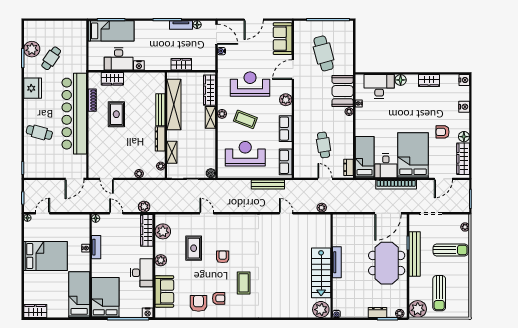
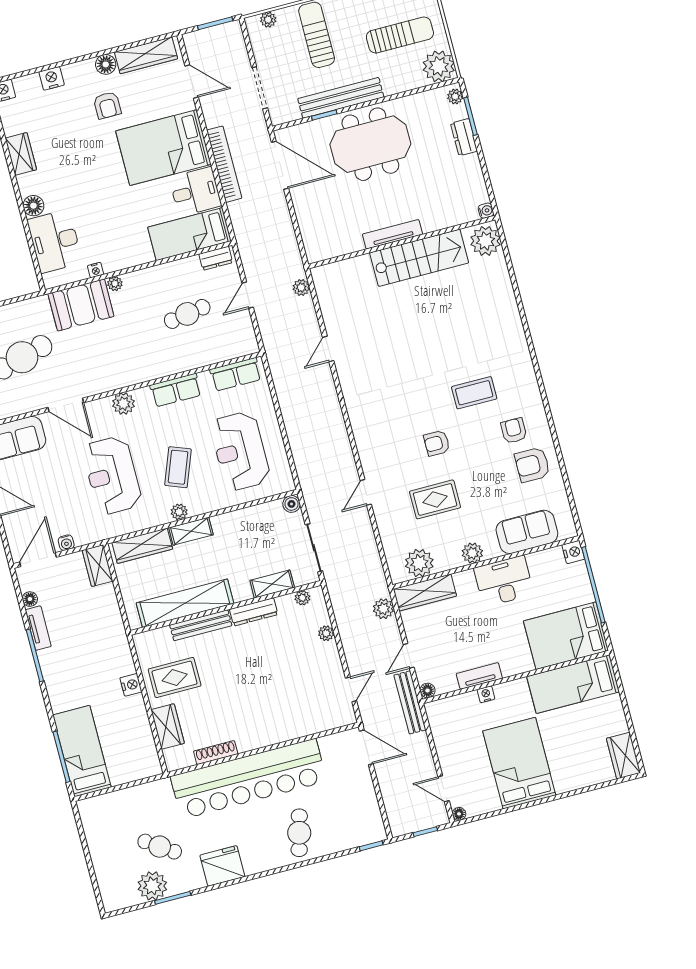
desk: (119, 59) -> (129, 725), removed
wardrobe: (181, 64) -> (98, 566), moved
rug: (116, 114) -> (175, 678), moved
bench: (268, 185) -> (410, 702), moved

